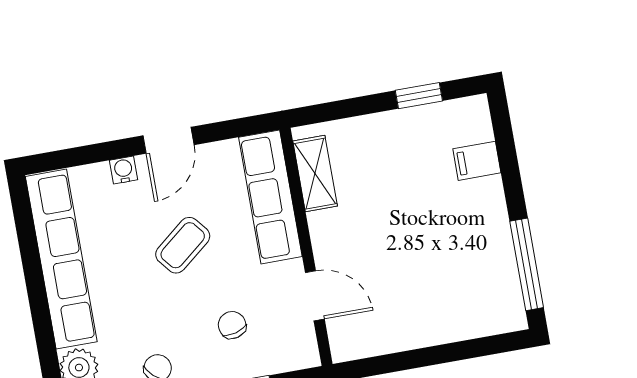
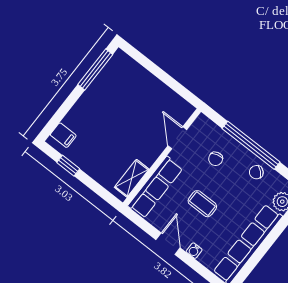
door: (169, 140) -> (168, 244), hinge flipped
filing cabinet: (477, 161) -> (63, 135), moved
coffee table: (183, 245) -> (202, 204), turned 39

